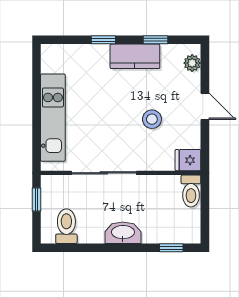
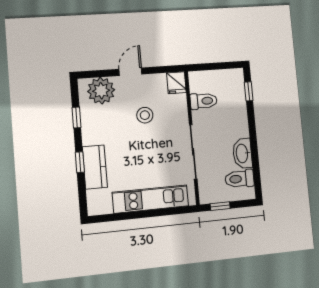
kitchen counter: (135, 56) -> (95, 167), moved
plant: (192, 63) -> (101, 91), width x1.87, depth x1.87
toilet: (191, 191) -> (204, 101), moved
washbasin: (123, 233) -> (242, 153), moved

